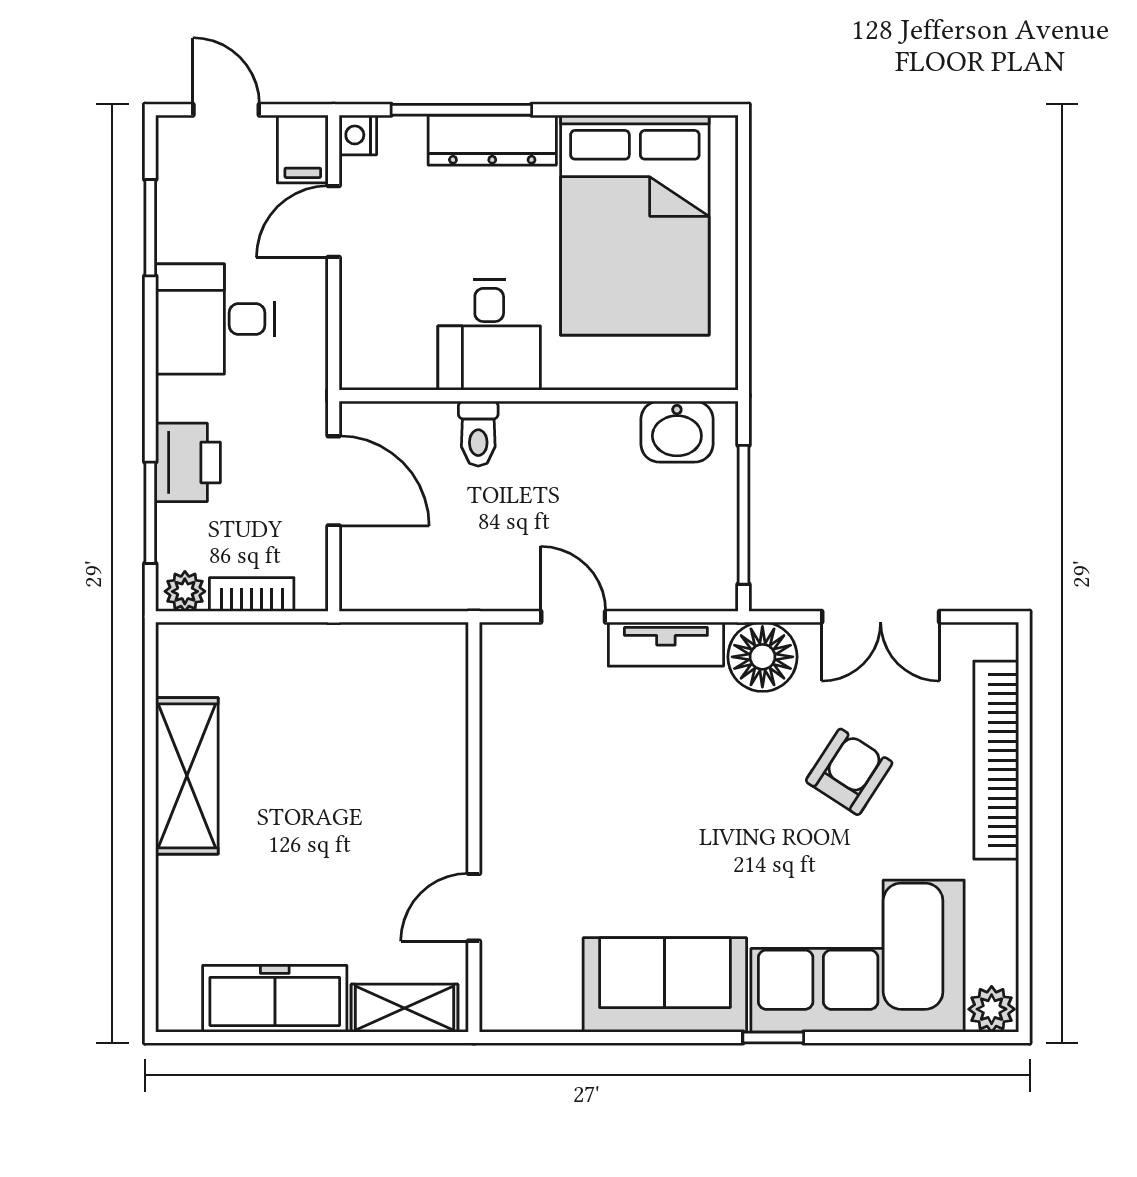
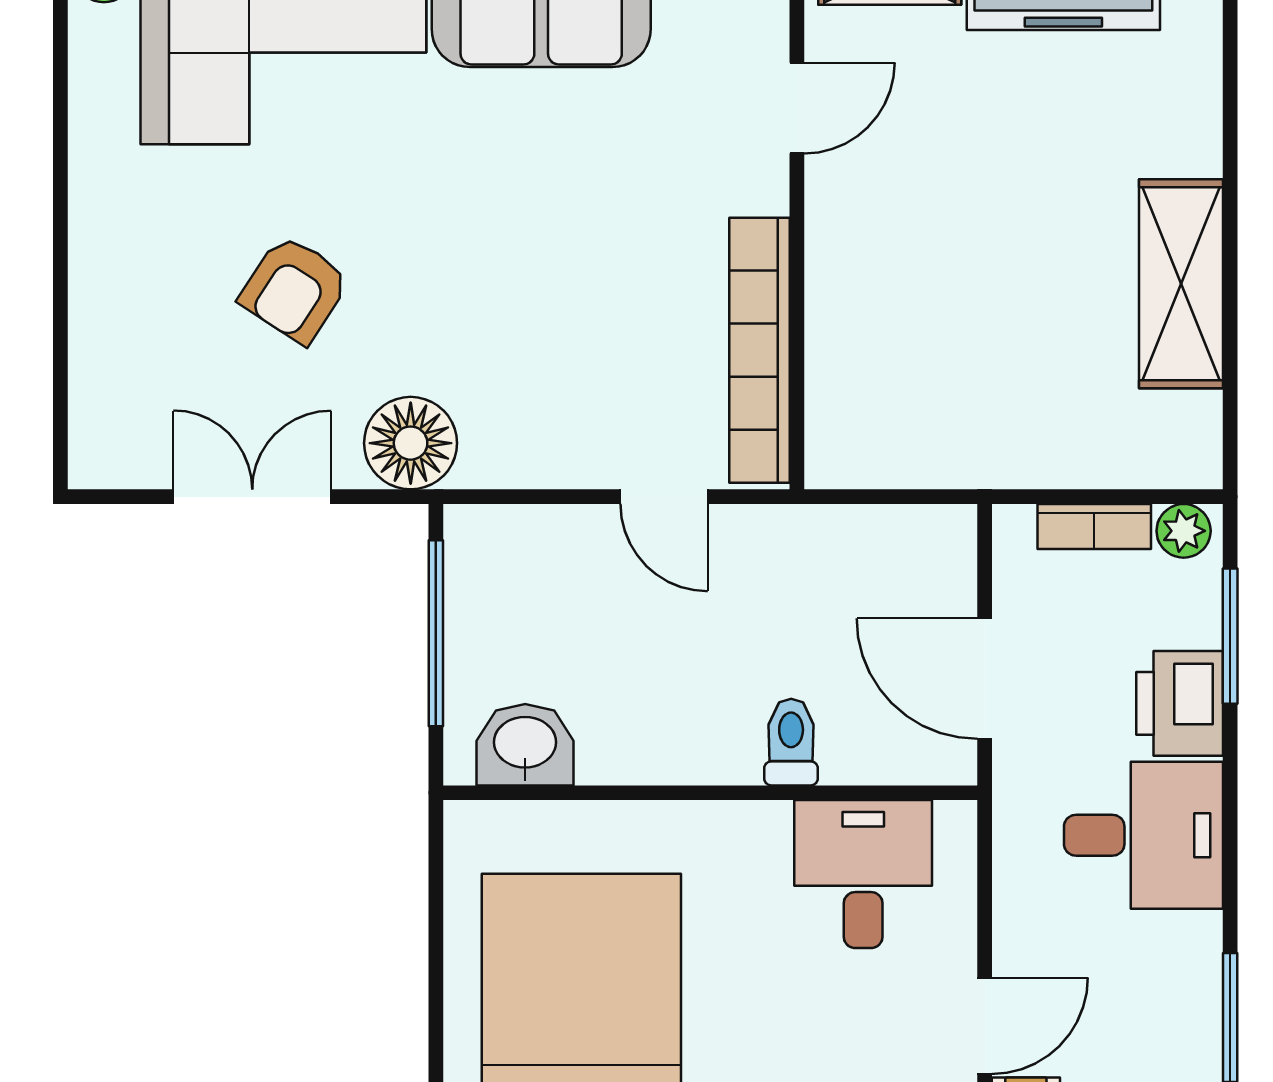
desk: (215, 319) -> (1143, 835), moved
desk: (489, 335) -> (863, 874), moved
tv unit: (666, 644) -> (540, 460), removed
bookcase: (996, 760) -> (760, 350), moved, turned 180

